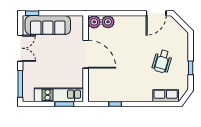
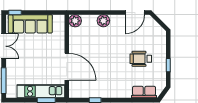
plant: (108, 22) -> (103, 21), moved
door: (86, 54) -> (67, 67), moved
wheelchair: (162, 61) -> (141, 59), turned 74

